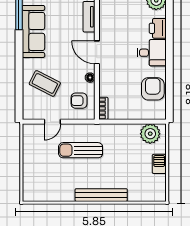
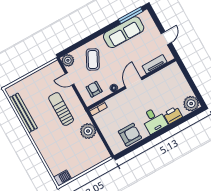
plant: (30, 112) -> (68, 60), added
plant: (150, 134) -> (88, 131), moved
barbecue: (159, 164) -> (63, 178), moved
bench: (101, 195) -> (23, 113), moved

